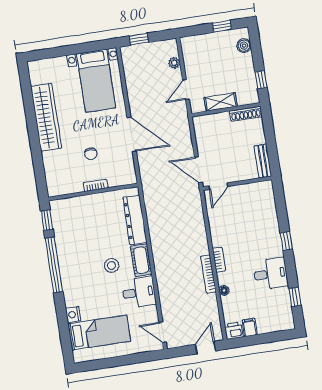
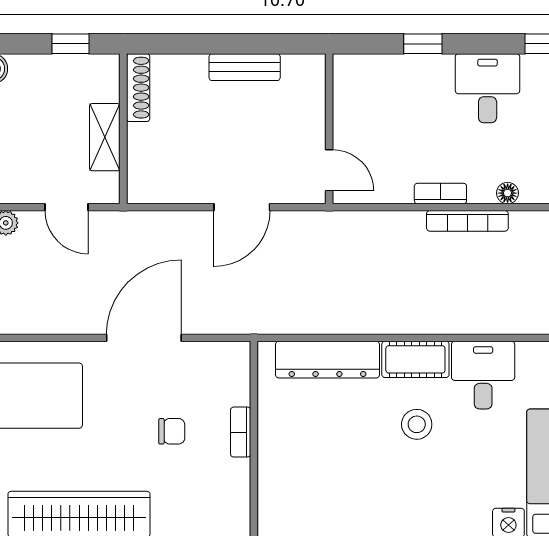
wall: (237, 183) -> (329, 129), moved
door: (218, 186) -> (329, 170), moved

